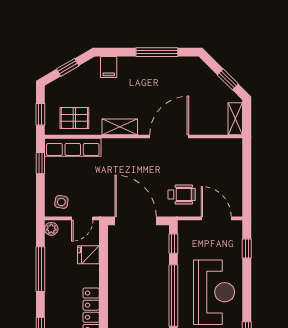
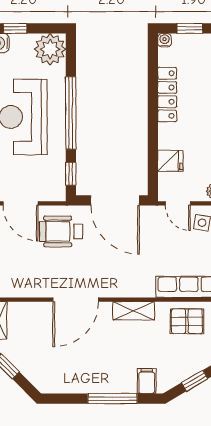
window: (157, 52) -> (113, 399), moved
wheelchair: (182, 195) -> (61, 231), width x1.36, depth x1.37
door: (82, 218) -> (178, 203), swing flipped

